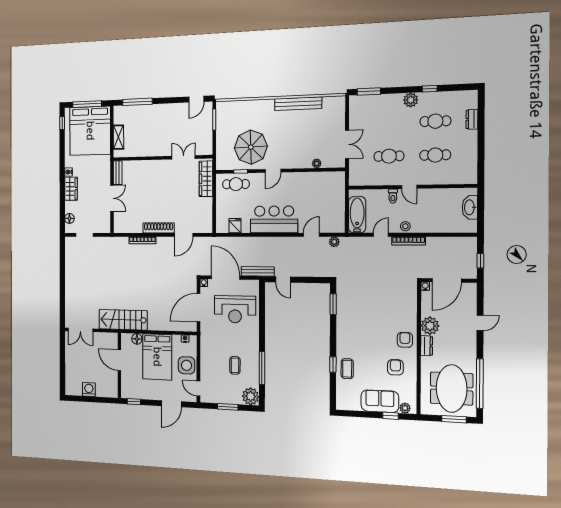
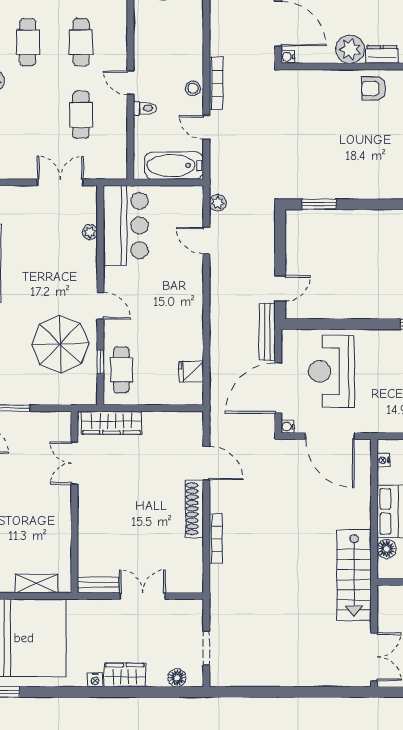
door: (409, 187) -> (130, 83), swing flipped
bar counter: (274, 219) -> (126, 226), moved, turned 180
reception desk: (235, 309) -> (331, 371), turned 180

